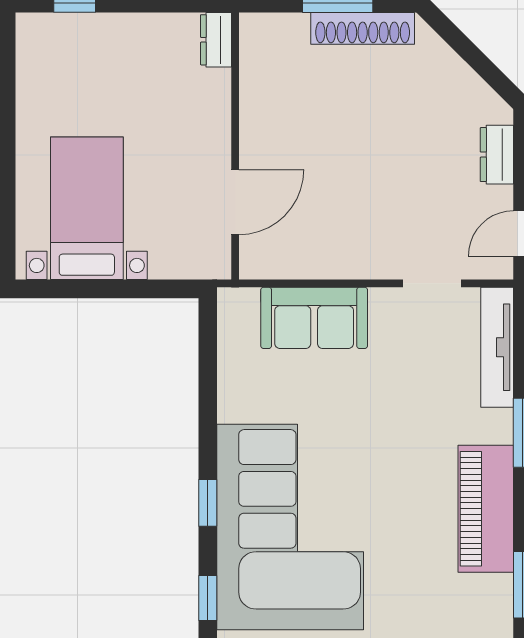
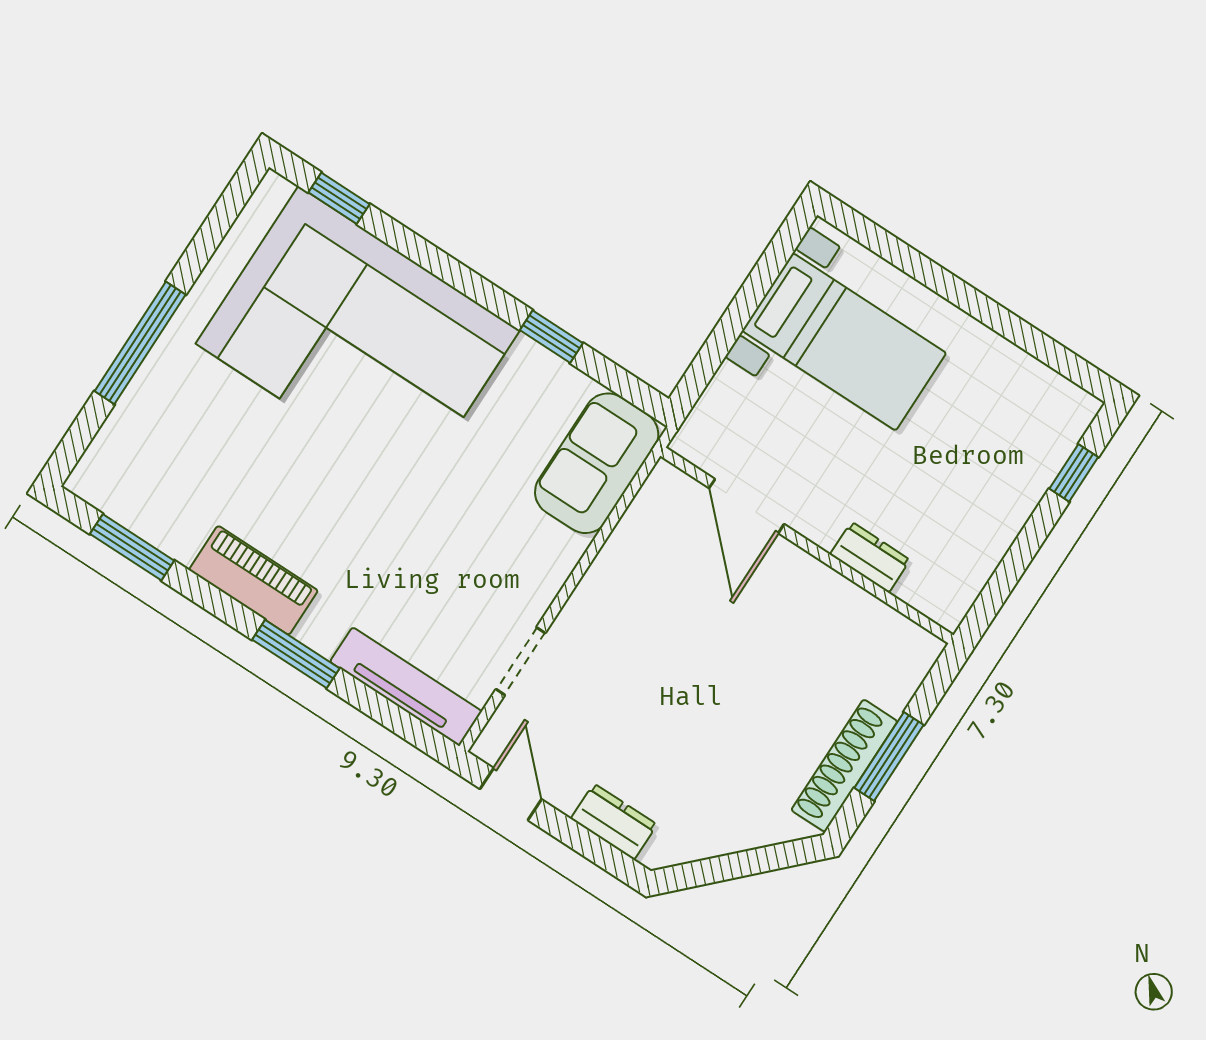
dresser: (216, 40) -> (870, 557), moved
sofa: (314, 318) -> (597, 463), moved
window: (208, 503) -> (551, 337), moved
piano: (486, 509) -> (253, 580), width x0.73, depth x0.75

